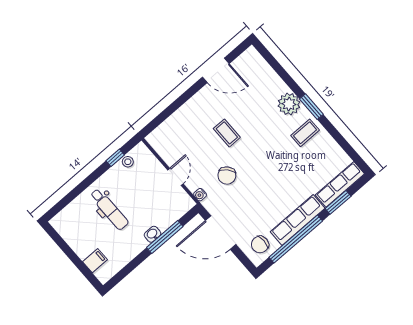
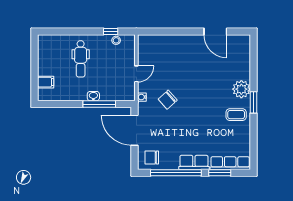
coffee table: (227, 133) -> (190, 74), removed
row of seats: (298, 220) -> (194, 162), width x0.68

